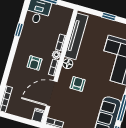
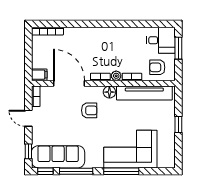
window: (19, 30) -> (133, 24), removed
armchair: (35, 63) -> (157, 67), moved

